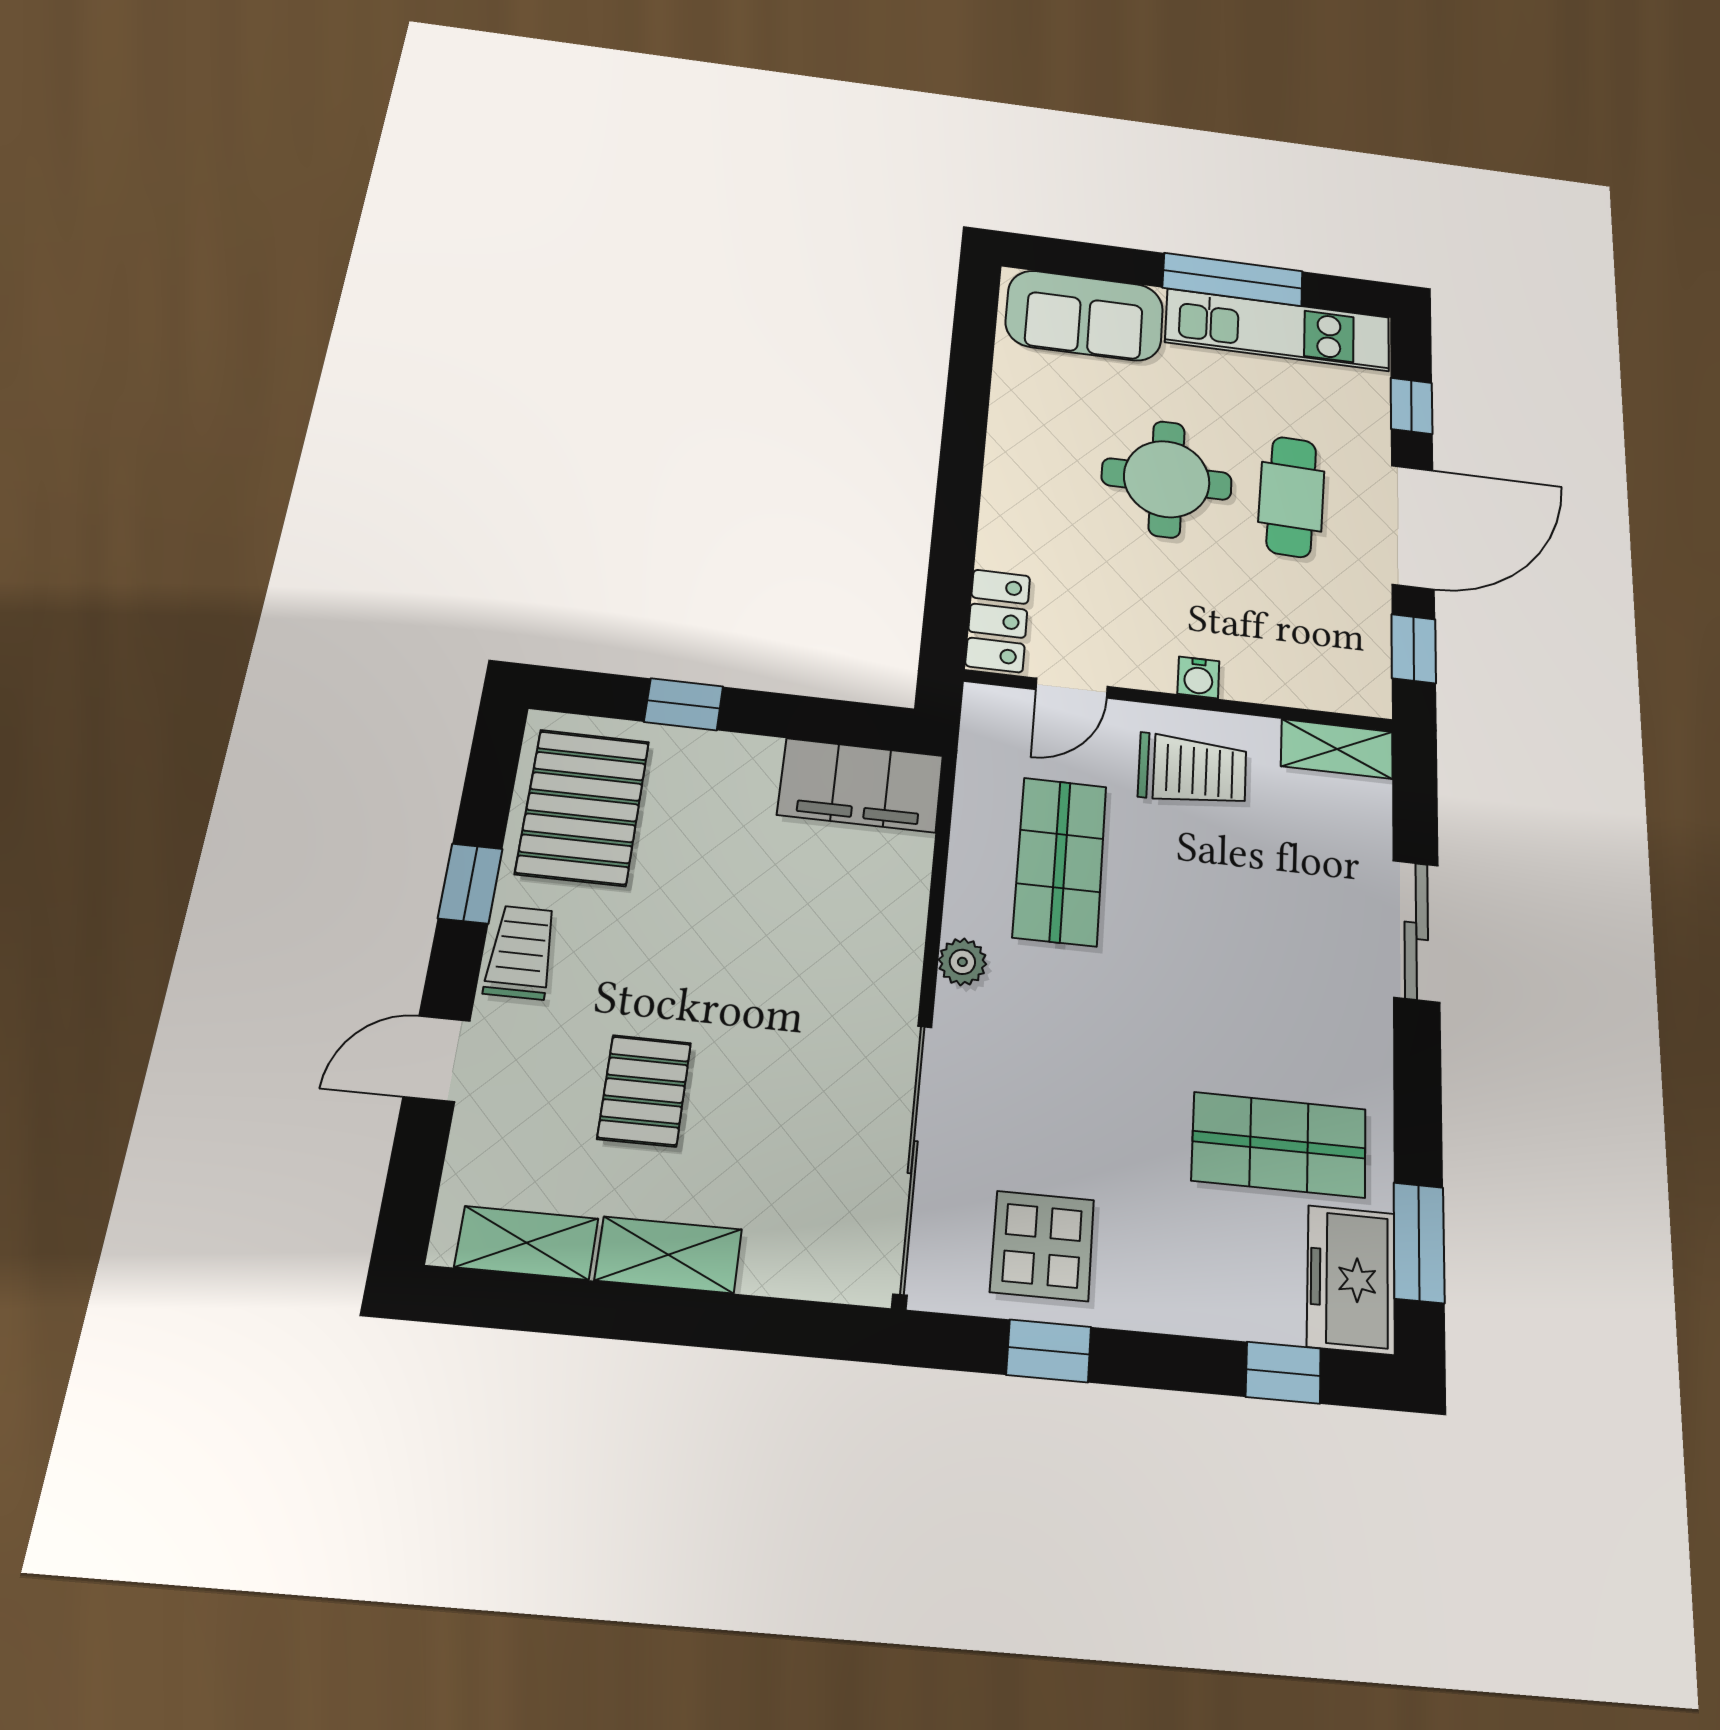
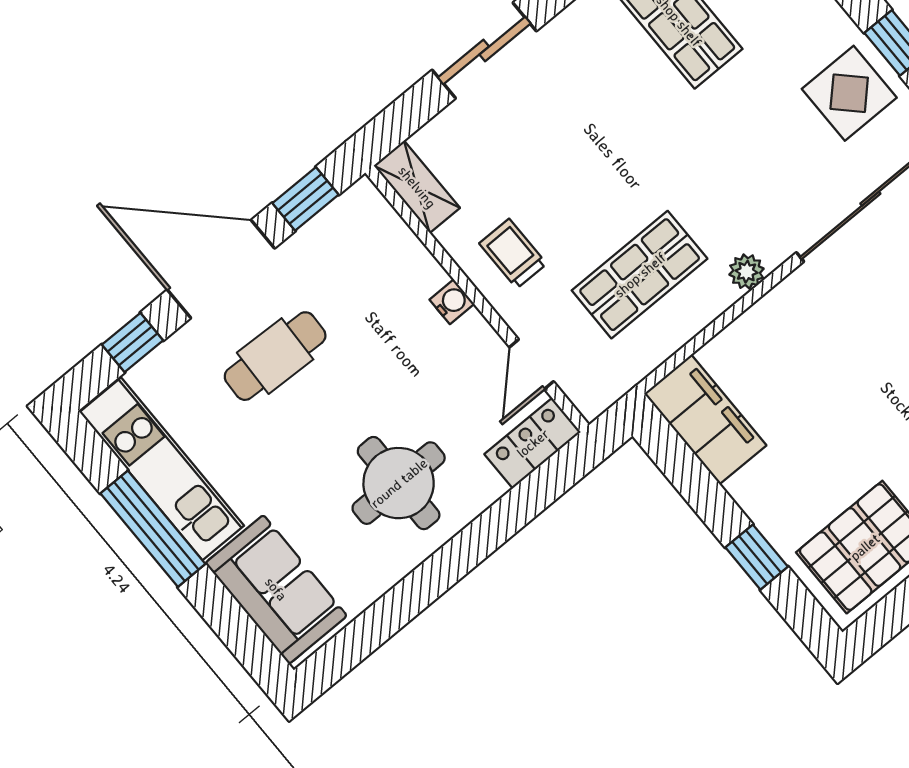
round table: (1167, 479) -> (399, 483), moved
door: (1072, 688) -> (532, 364), swing flipped
trolley: (1192, 770) -> (513, 254), width x0.73, depth x0.72

